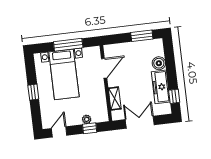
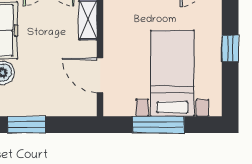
door: (104, 68) -> (100, 75), hinge flipped

